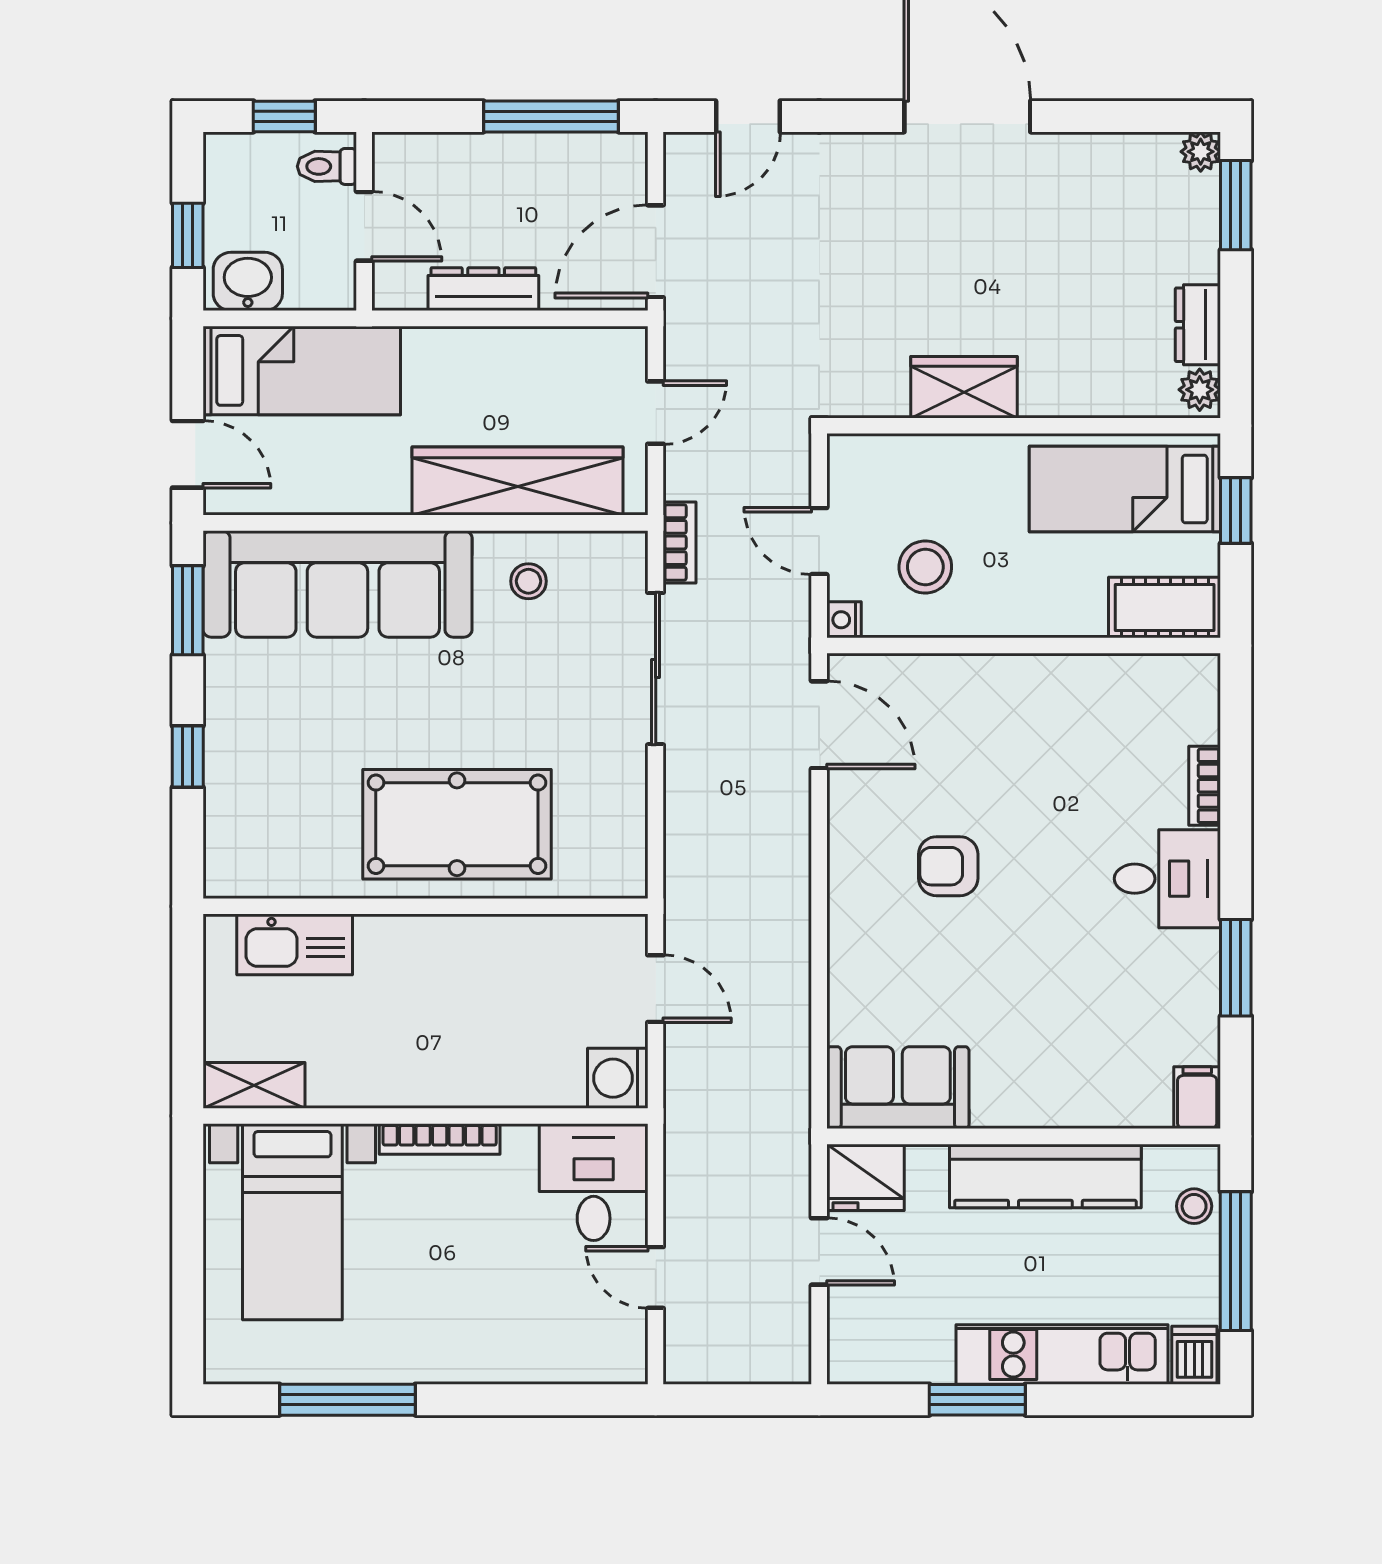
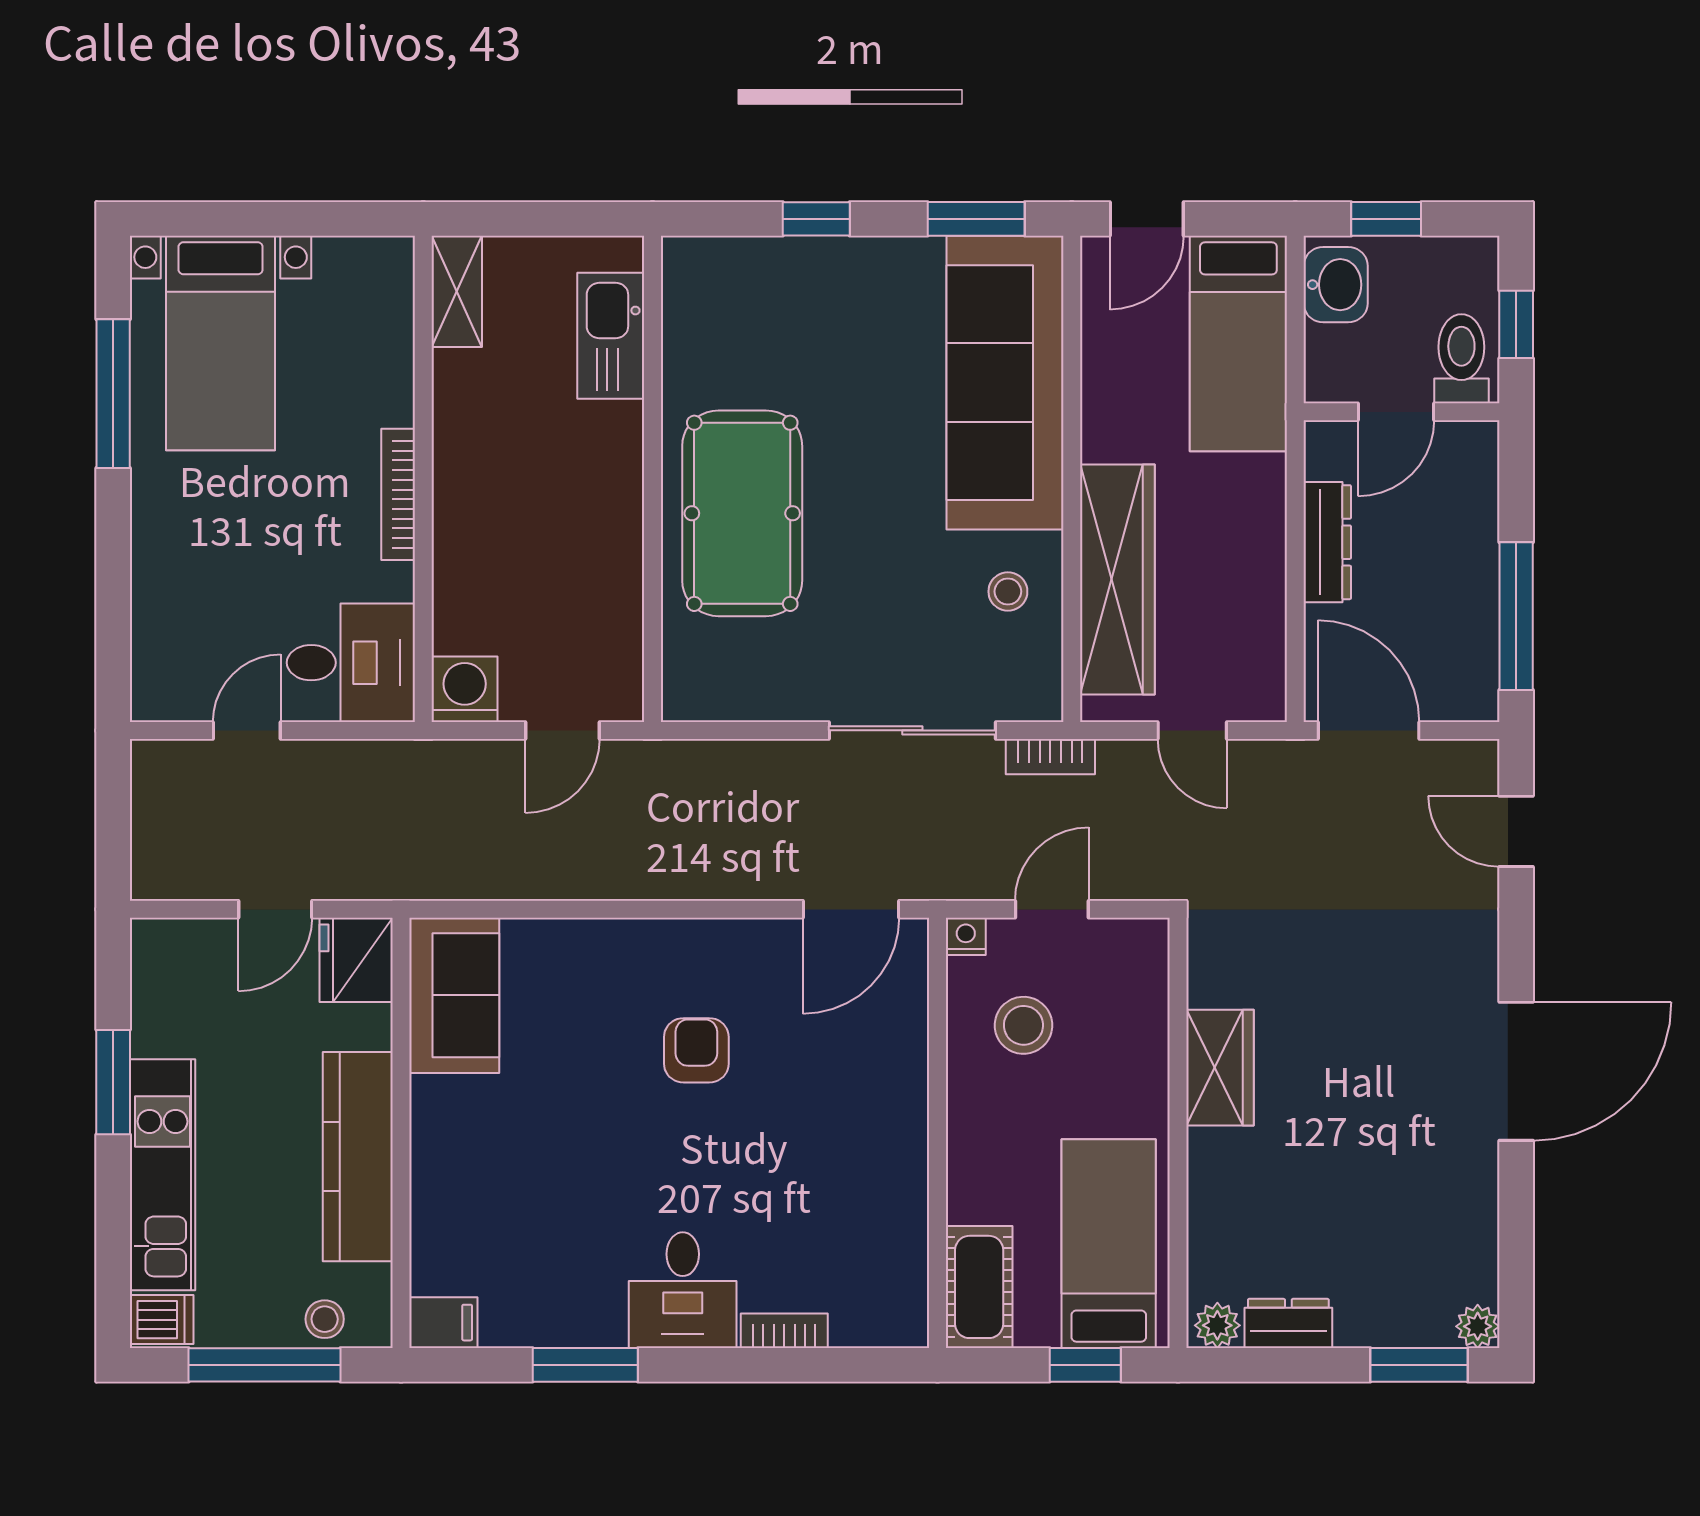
toilet: (327, 166) -> (1461, 359), width x1.37, depth x1.39
bed with nightstands: (292, 1222) -> (221, 343), moved, turned -90

